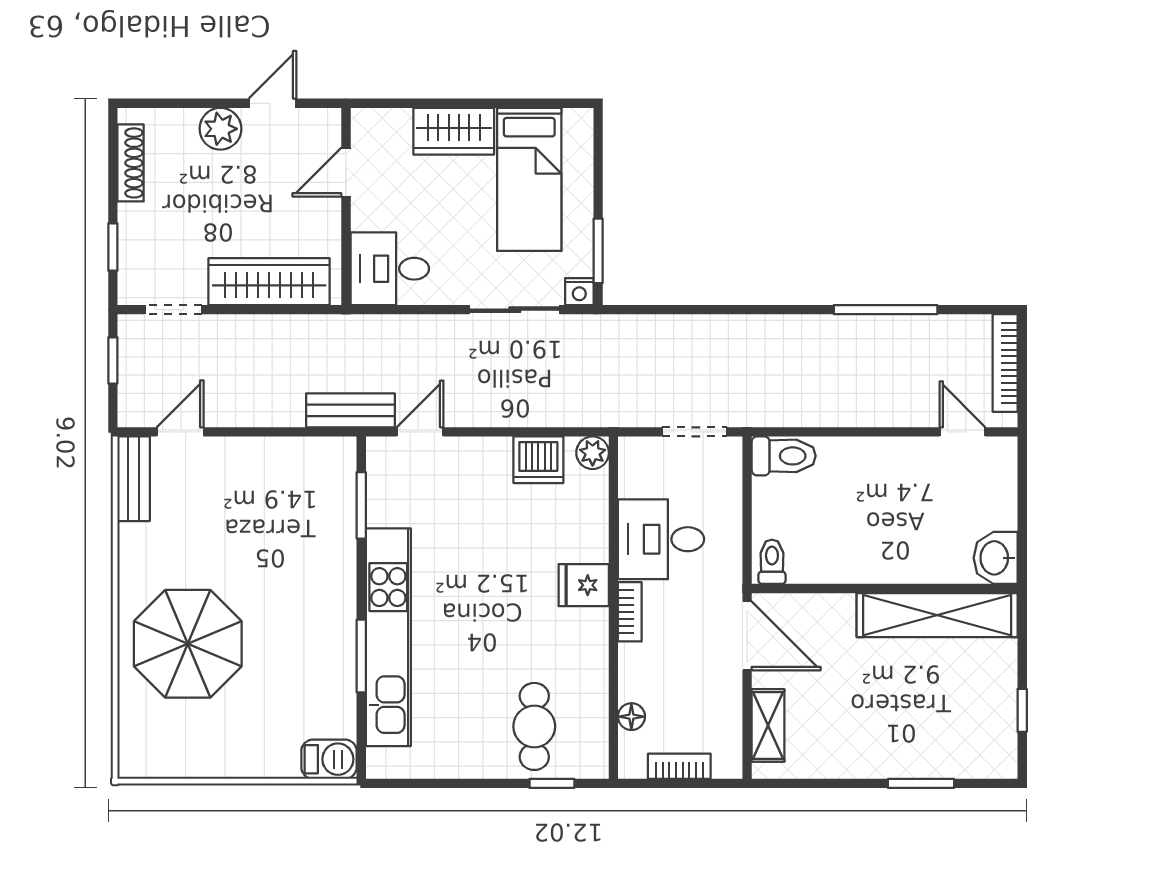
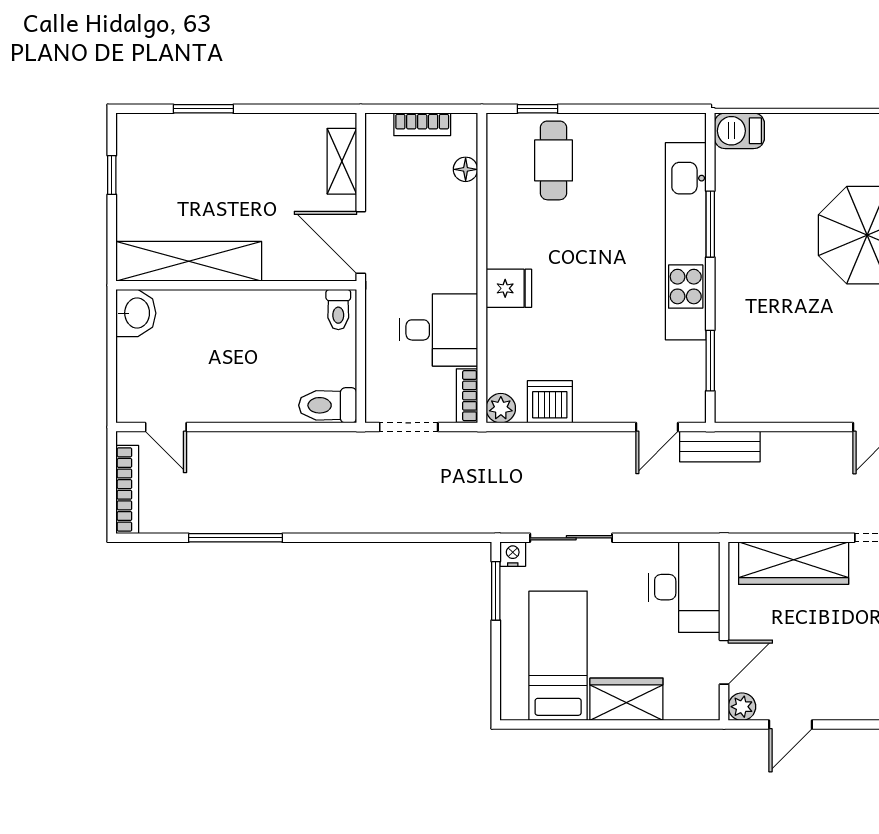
plant: (220, 129) -> (742, 707), moved, width x0.73, depth x0.73
desk: (390, 269) -> (684, 587), width x1.37
bookcase: (630, 612) -> (467, 396), moved

